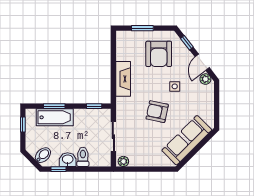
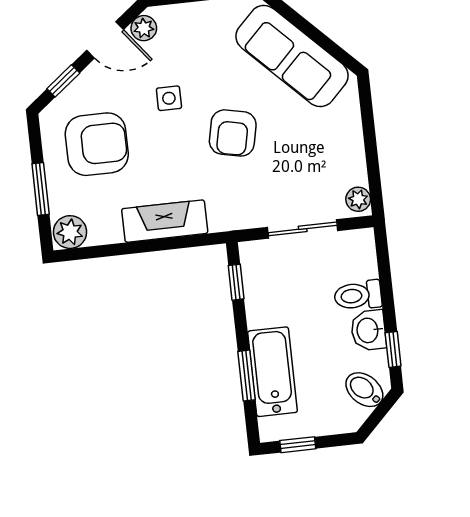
plant: (123, 39) -> (70, 232), added

